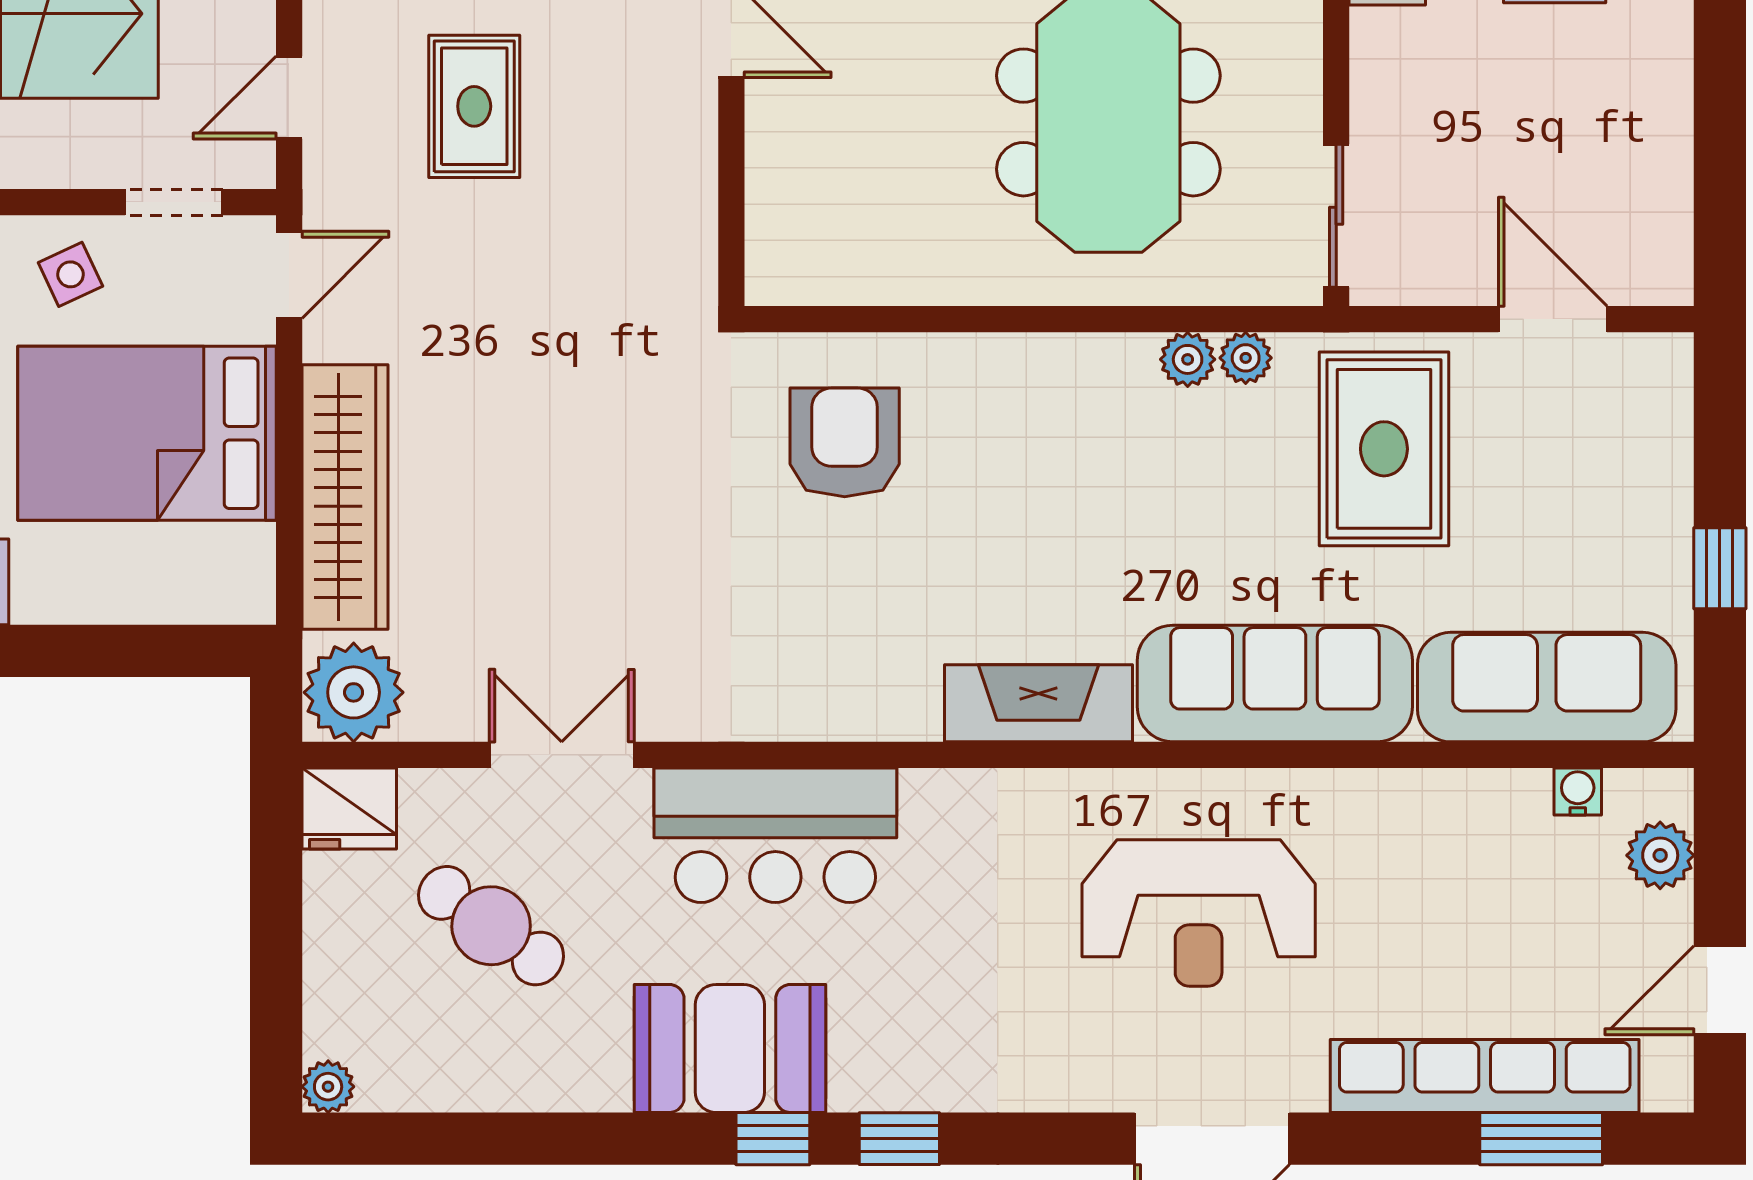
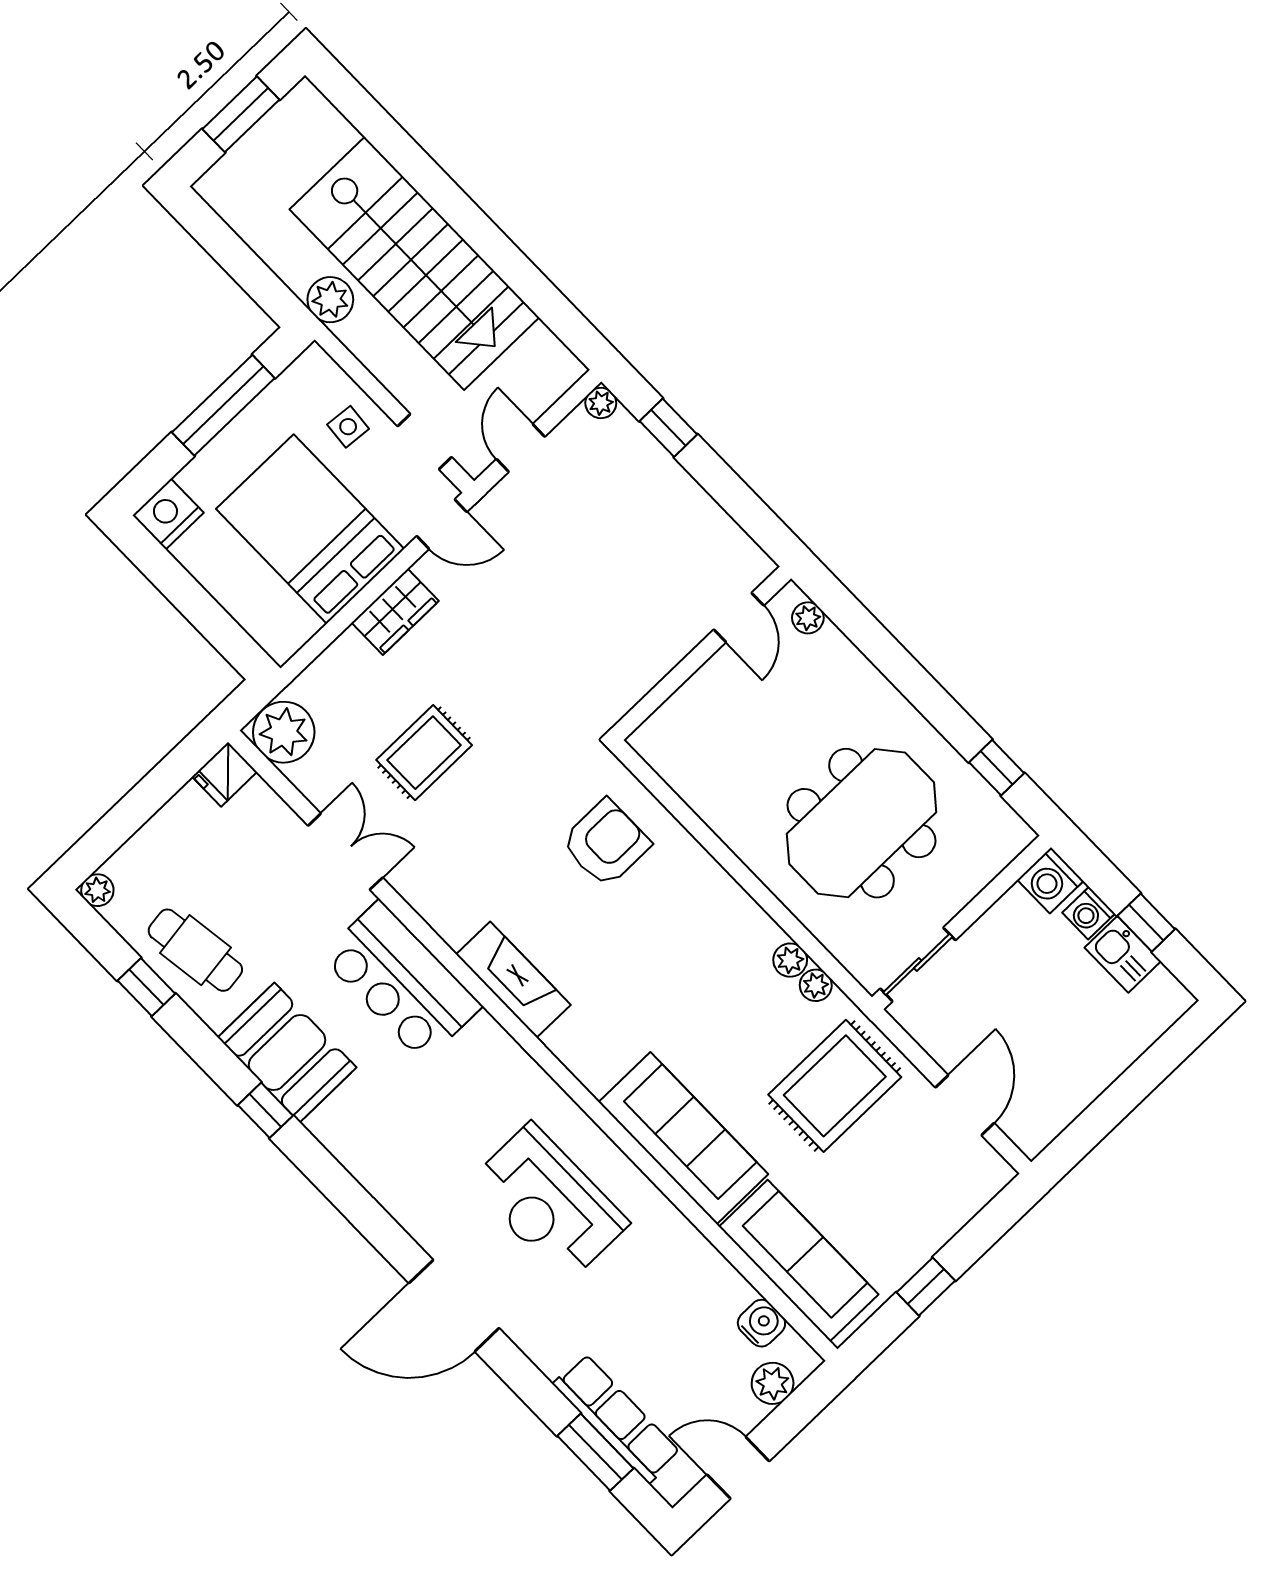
door: (289, 98) -> (521, 448), hinge flipped
rug: (474, 106) -> (424, 753), moved
side table: (70, 274) -> (348, 427), turned 30
wardrobe: (345, 497) -> (395, 612), width x0.48, depth x0.85
fireplace: (1038, 703) -> (513, 980), moved
water cooler: (1578, 792) -> (761, 1323), width x1.38, depth x1.38
fridge: (349, 808) -> (225, 774), width x0.72
cafe table: (491, 926) -> (195, 950), moved, turned -43
row of seats: (1485, 1076) -> (617, 1418), width x0.73
window: (899, 1139) -> (146, 987), moved

